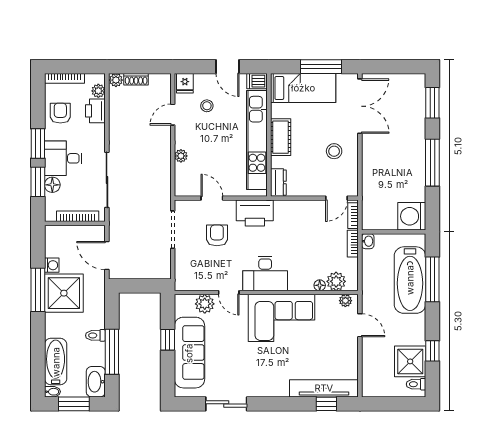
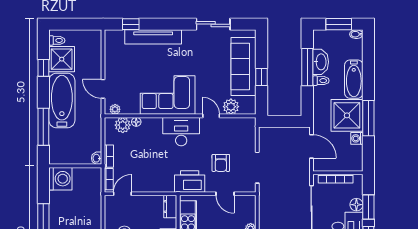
bathtub: (410, 280) -> (62, 100), moved
bathtub: (56, 362) -> (354, 79), moved
washbasin: (96, 382) -> (321, 62), moved
tv unit: (324, 388) -> (153, 37), moved

